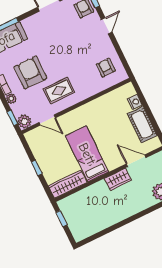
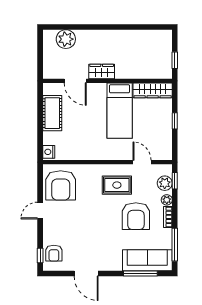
door: (107, 26) -> (40, 211), moved
armchair: (106, 68) -> (61, 185), width x1.88, depth x1.88
nightstand: (135, 102) -> (49, 152), moved
plant: (24, 121) -> (165, 183), moved

